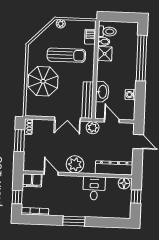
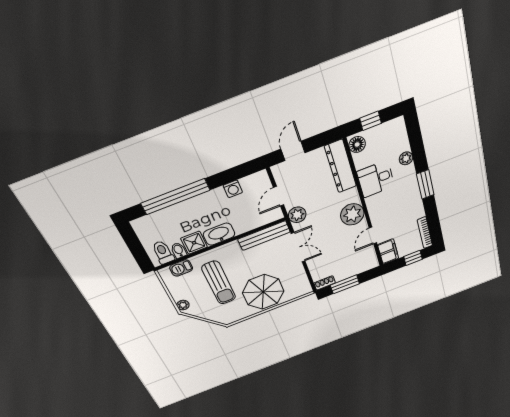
sun lounger: (66, 55) -> (219, 283), turned 180
washbasin: (102, 92) -> (219, 234), moved
plant: (100, 213) -> (406, 158), added

